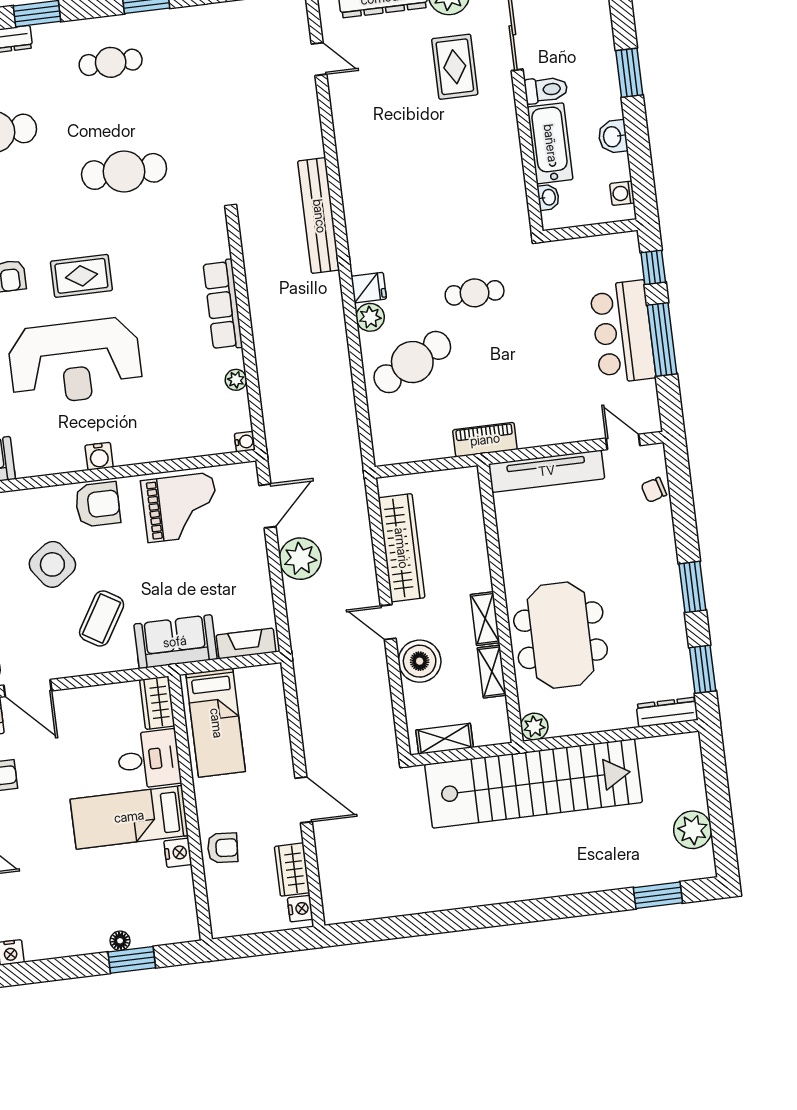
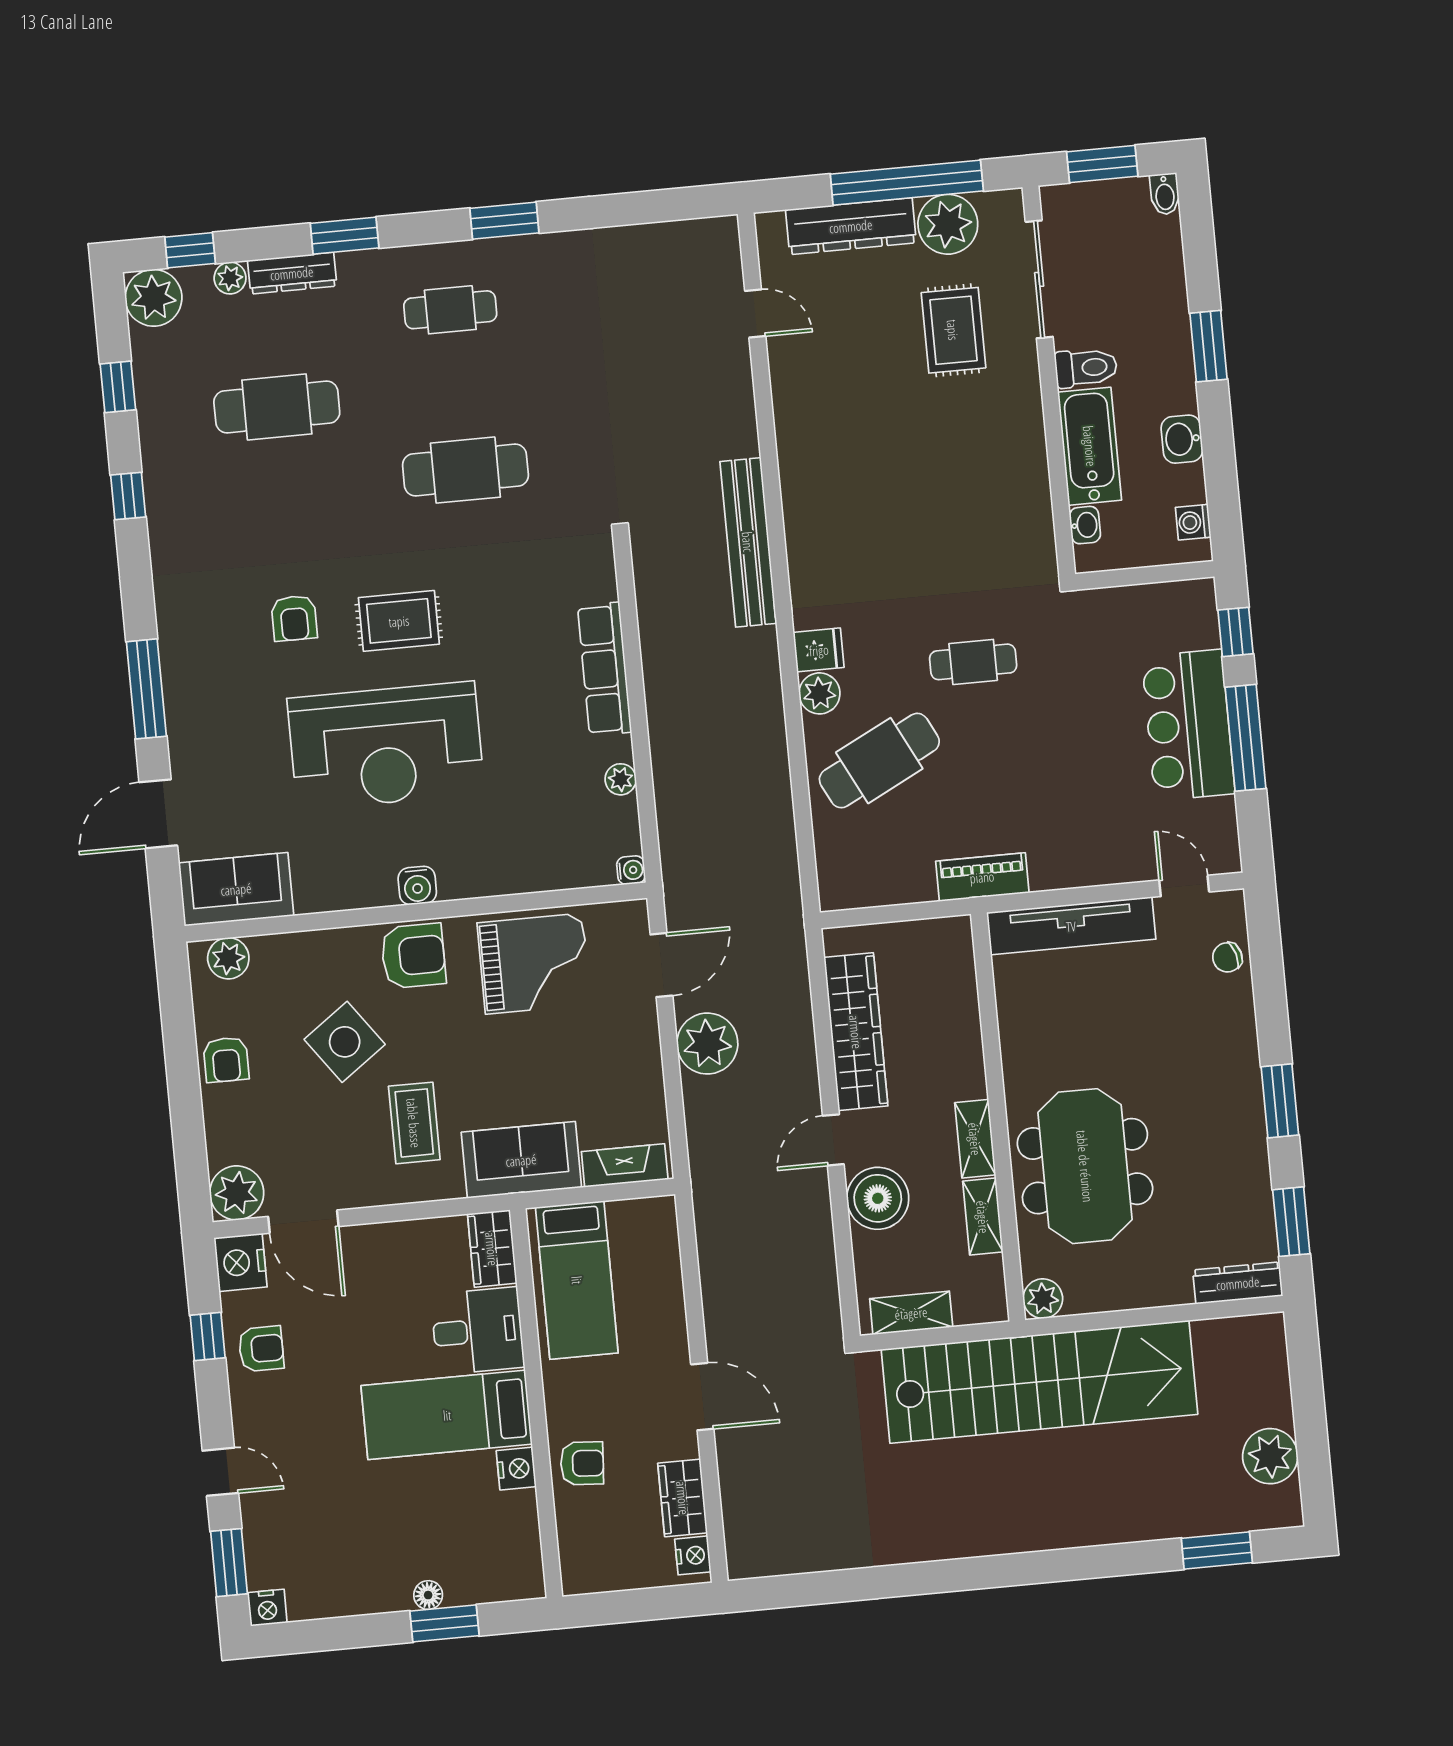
coffee table: (102, 618) -> (414, 1123), turned -31
door: (388, 622) -> (833, 1140), hinge flipped

